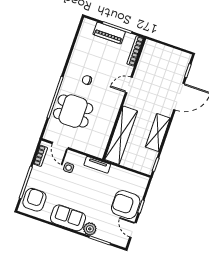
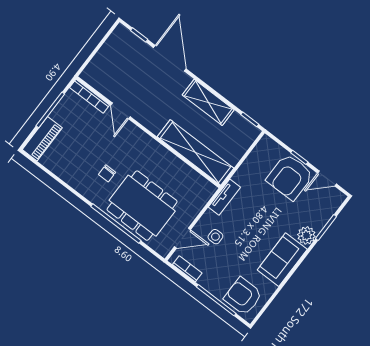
piano: (109, 33) -> (42, 139), moved
door: (129, 85) -> (120, 111), moved
dining table: (73, 111) -> (142, 206), width x1.38

